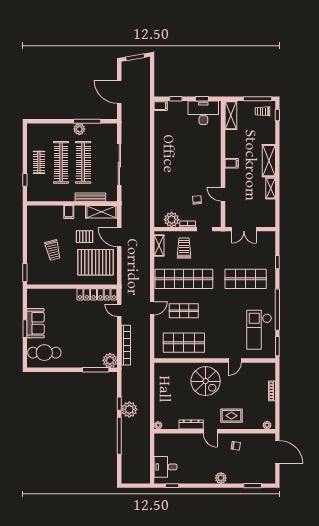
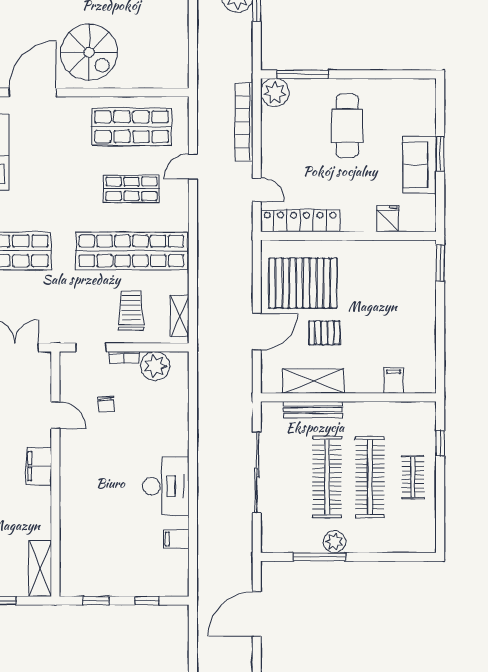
door: (119, 92) -> (257, 614), swing flipped
filing cabinet: (161, 106) -> (176, 539), moved
desk: (203, 113) -> (166, 486), moved, turned -90
filing cabinet: (232, 163) -> (39, 466), width x2.00
filing cabinet: (69, 212) -> (393, 381), moved
shelving: (101, 212) -> (313, 381), moved
door: (119, 237) -> (257, 332), hinge flipped
trolley: (184, 248) -> (131, 311), turned 180
trolley: (53, 250) -> (386, 307), removed
fridge: (52, 295) -> (388, 219), added
door: (152, 308) -> (193, 167), moved
cafe table: (44, 353) -> (347, 126), moved, turned 90
door: (235, 360) -> (33, 92), width x1.88
spiral stairs: (206, 381) -> (89, 52), turned 180

